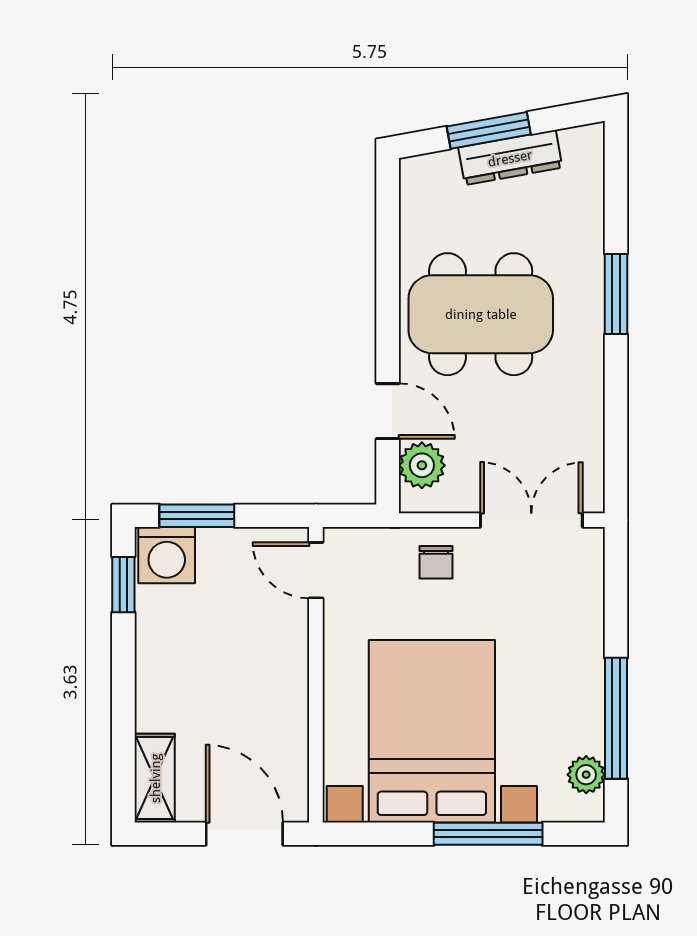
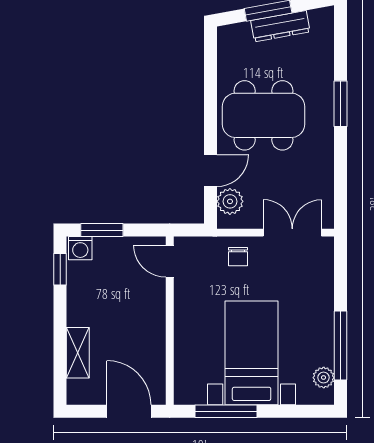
door: (388, 411) -> (210, 171), hinge flipped
washing machine: (167, 555) -> (80, 248), width x0.73, depth x0.73
bed with nightstands: (432, 731) -> (252, 353), width x0.73
shelving: (155, 778) -> (78, 353), moved
window: (488, 834) -> (226, 411), moved

